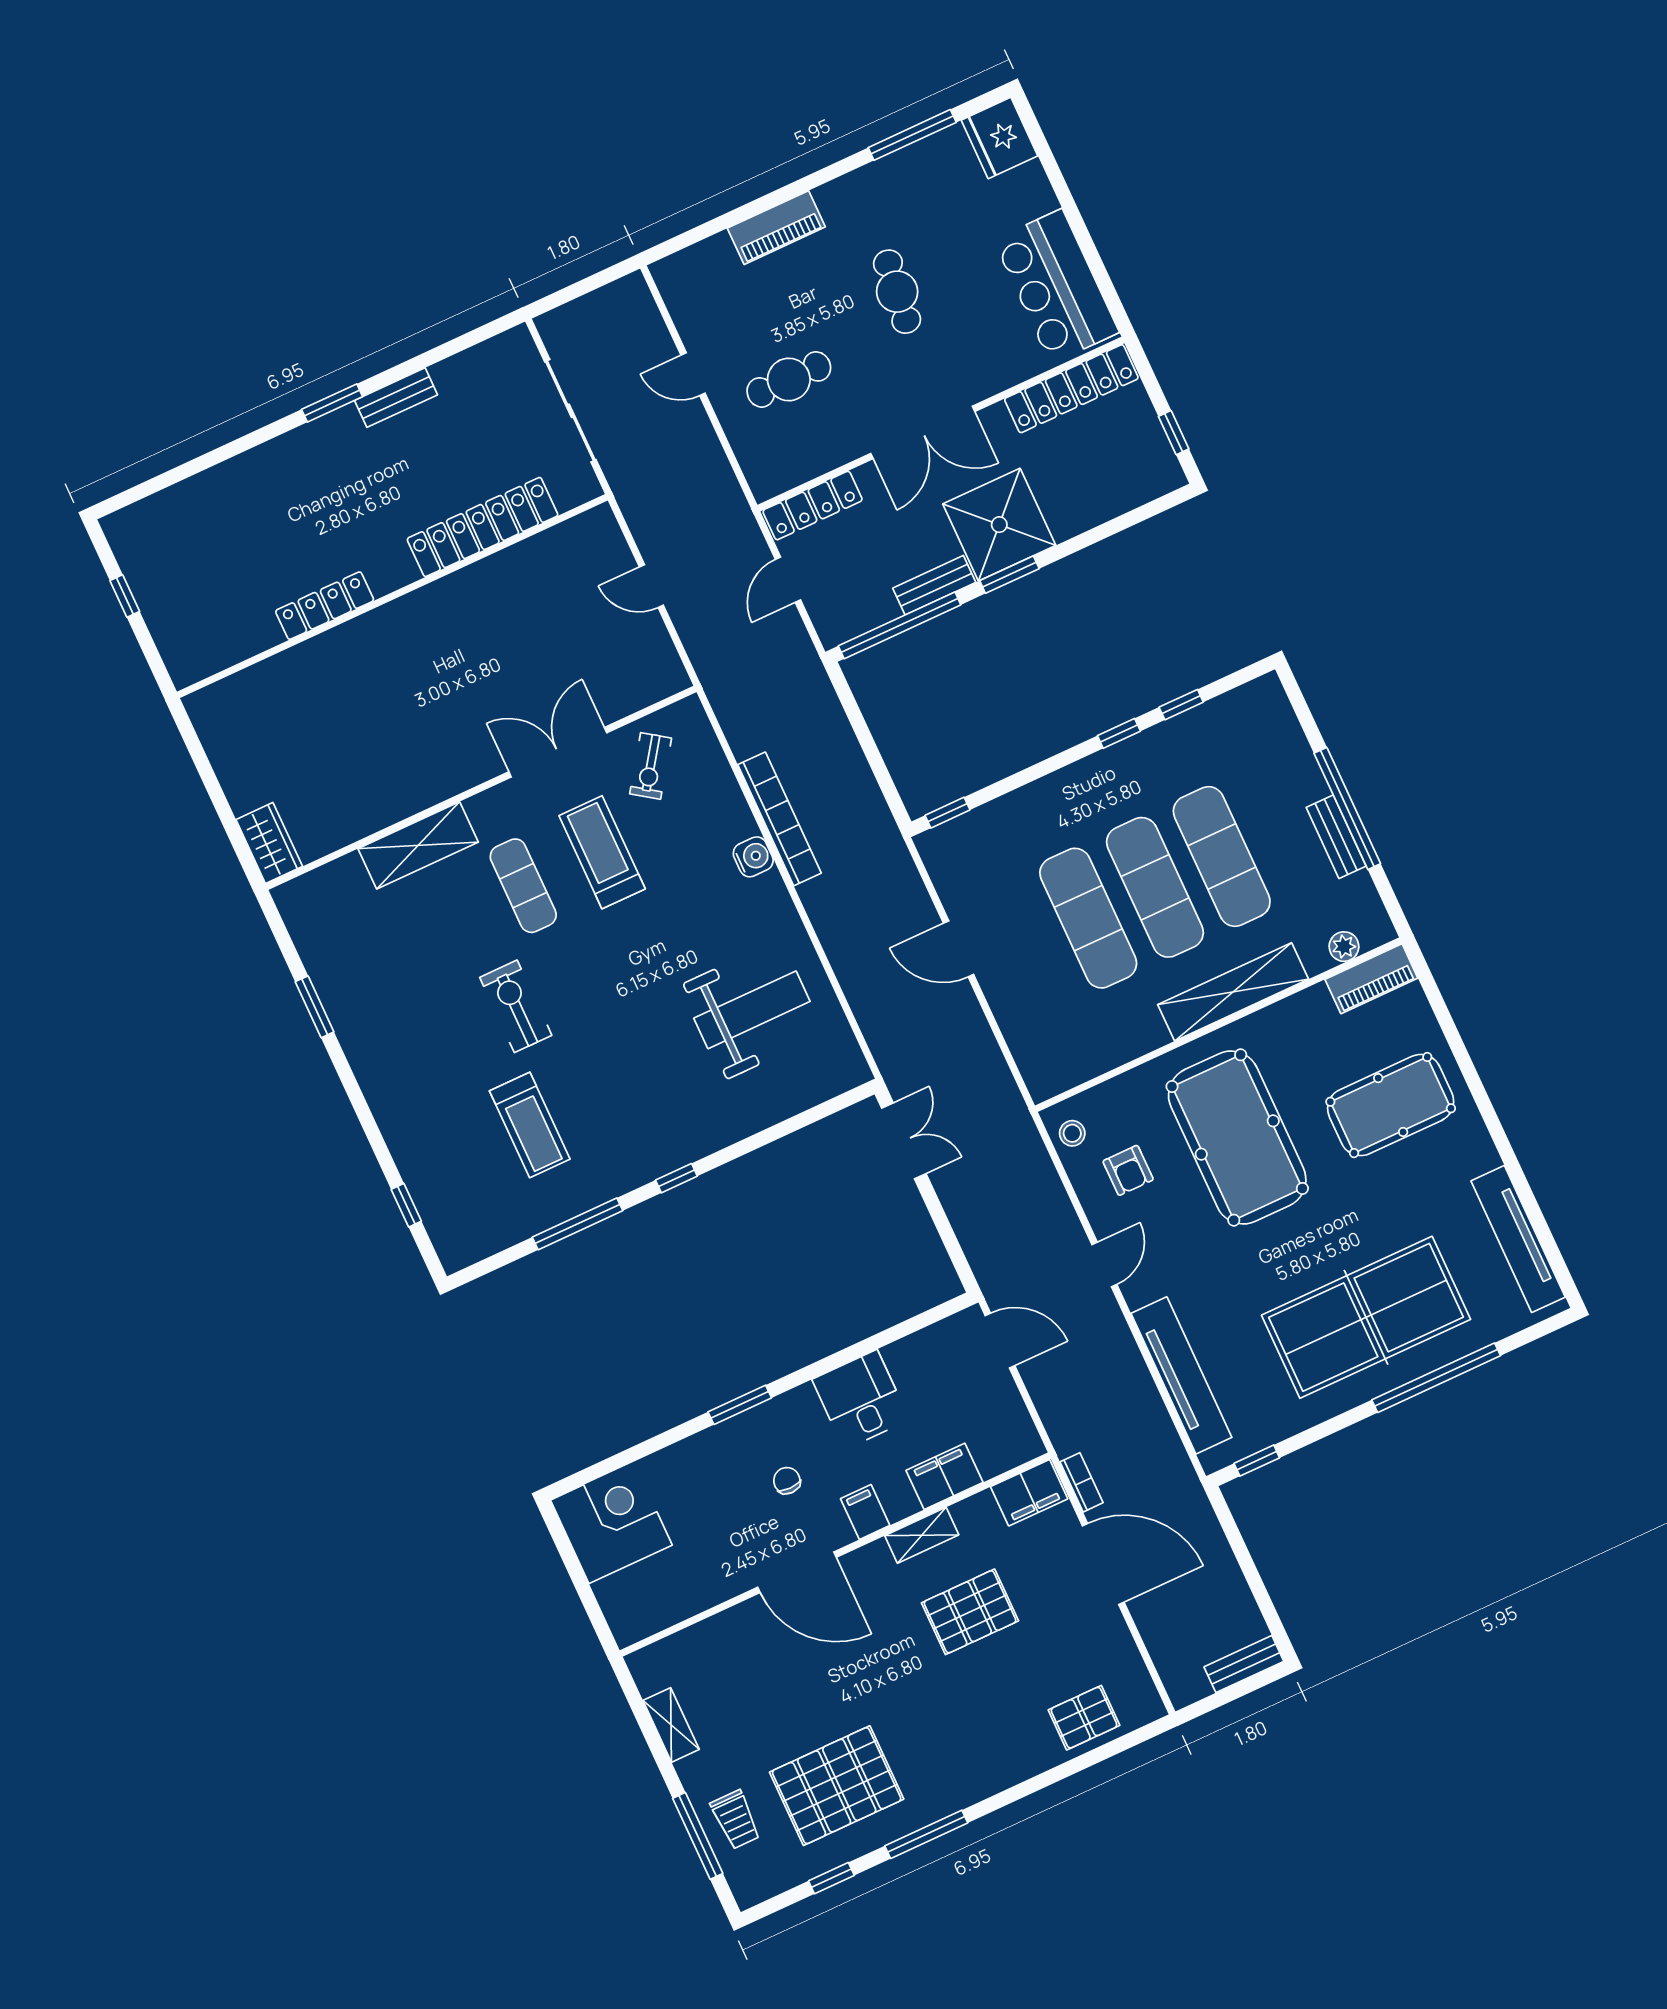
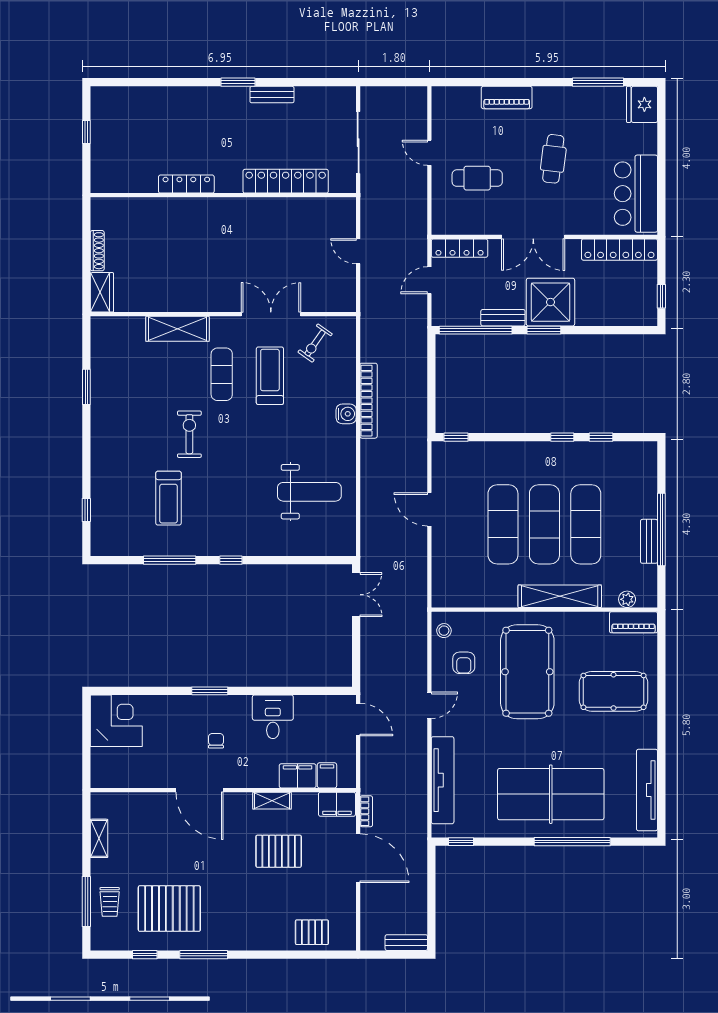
shoe rack: (231, 779) -> (97, 251), added
filing cabinet: (865, 1512) -> (327, 775), moved

